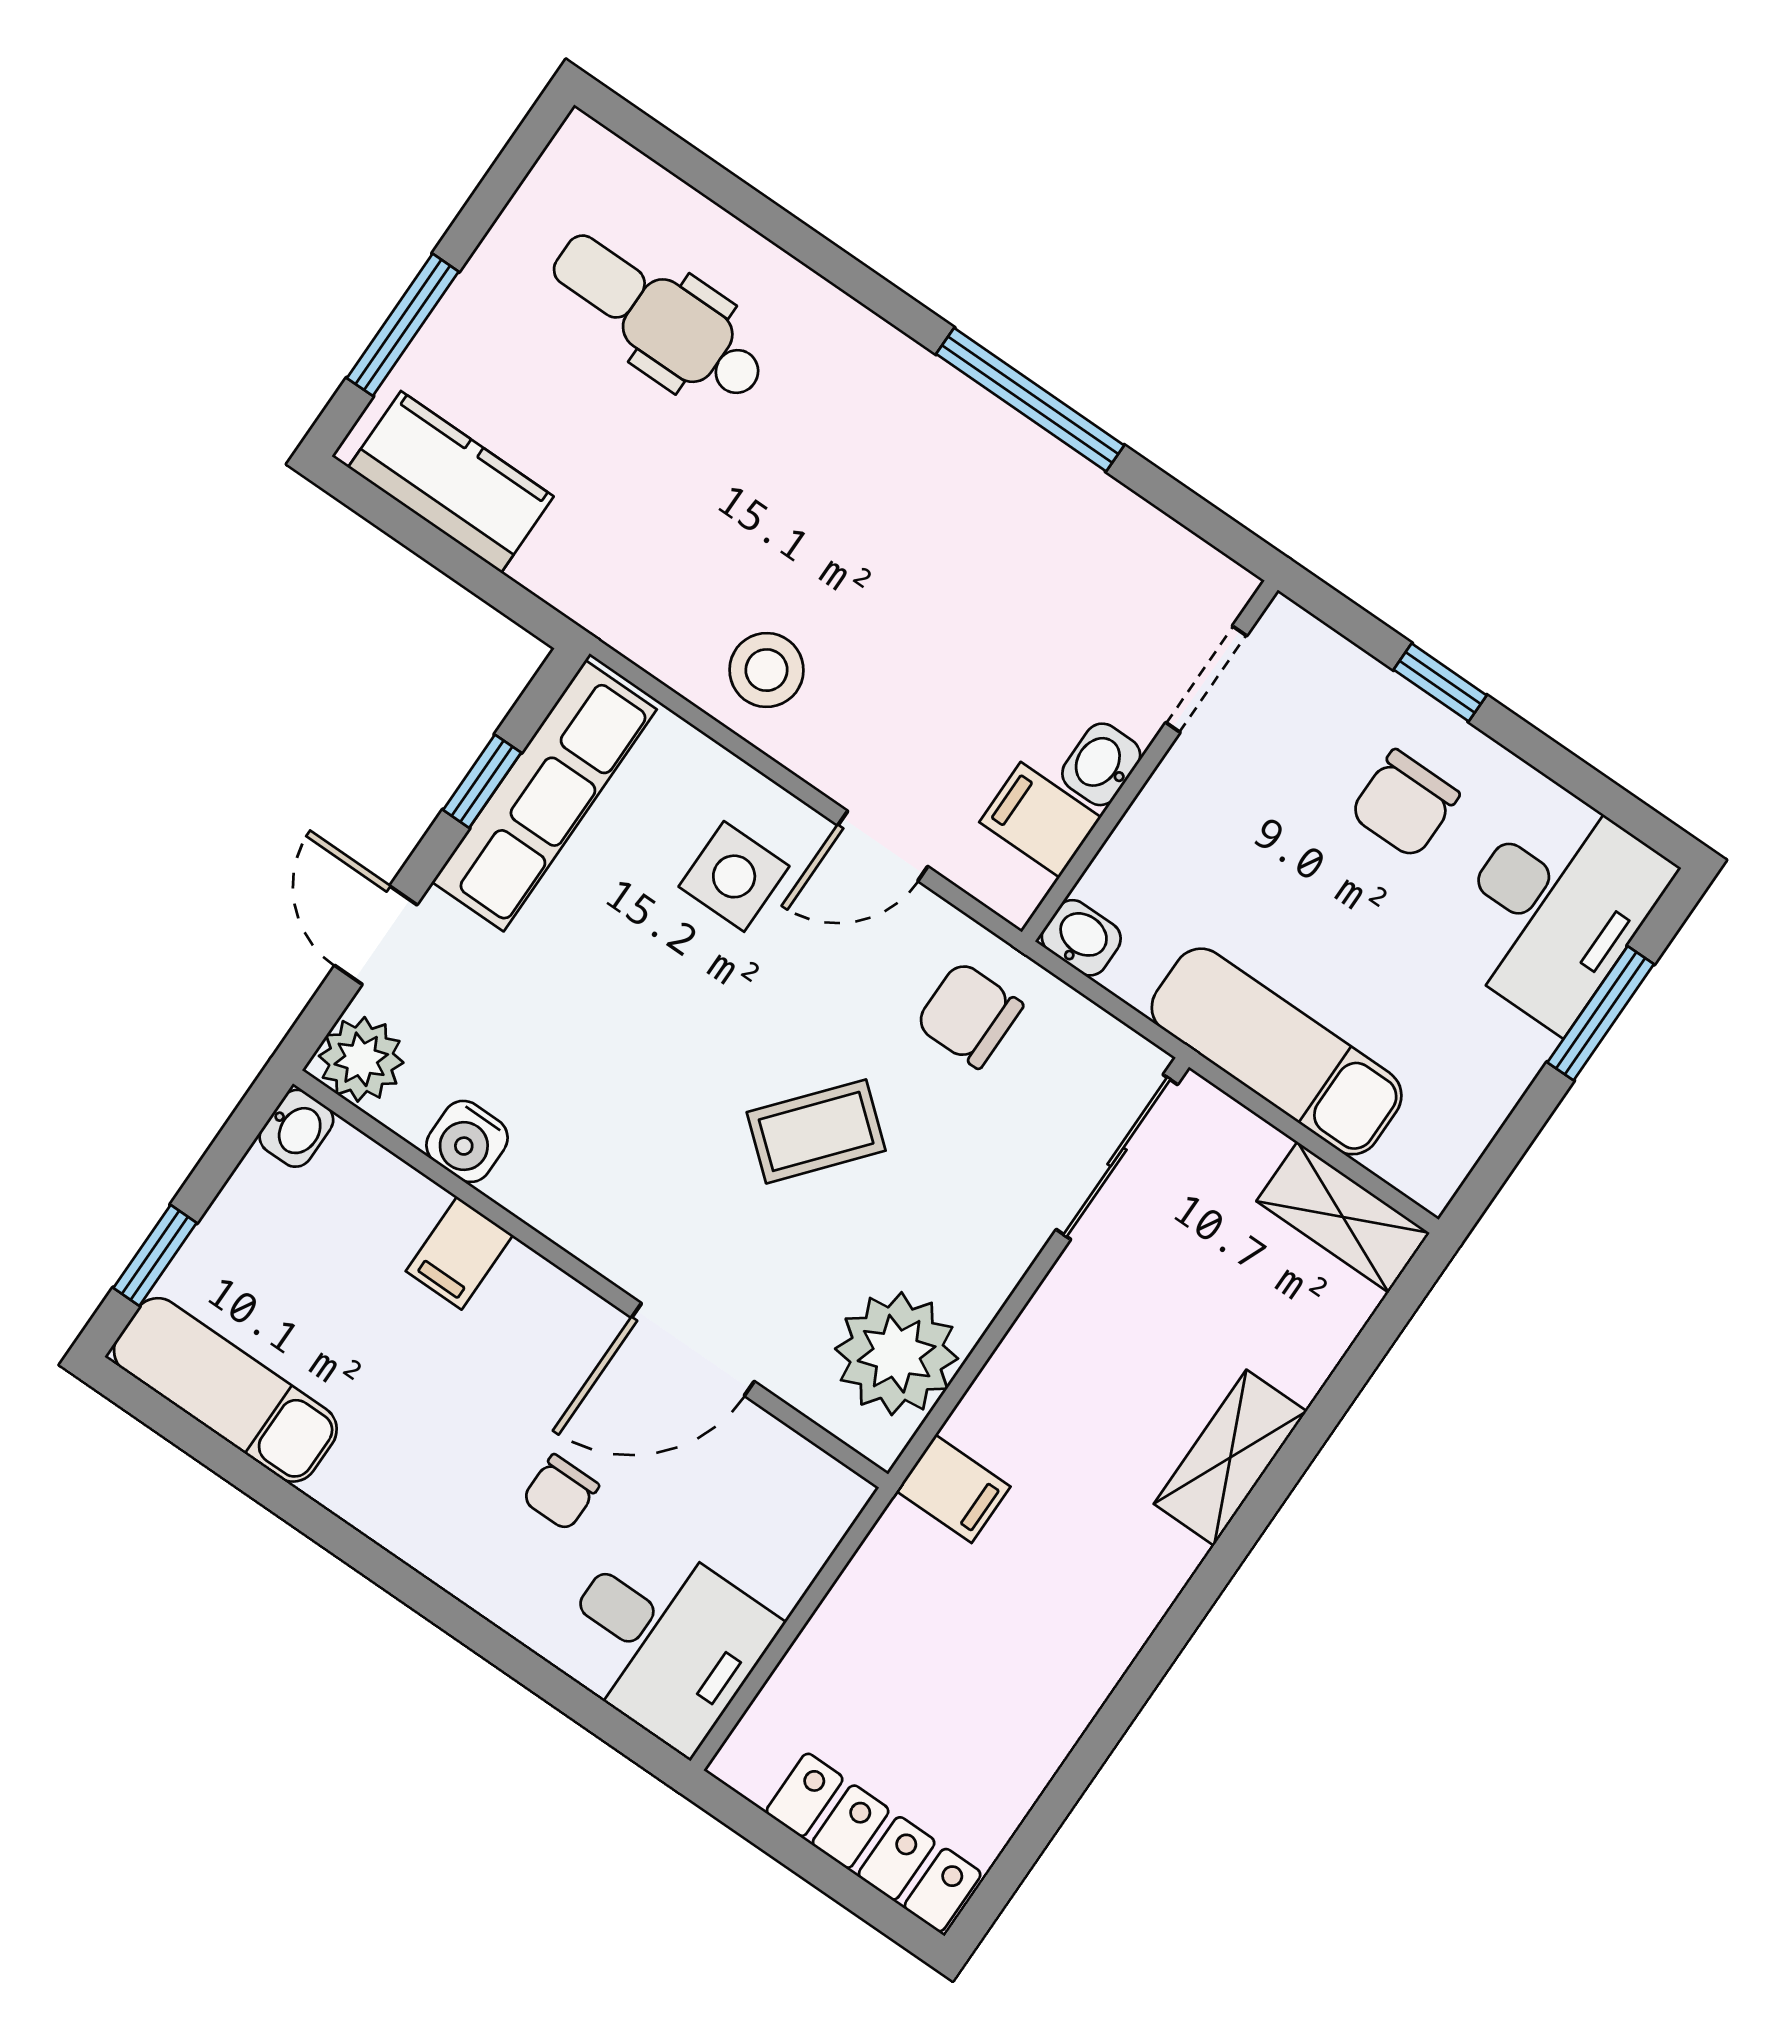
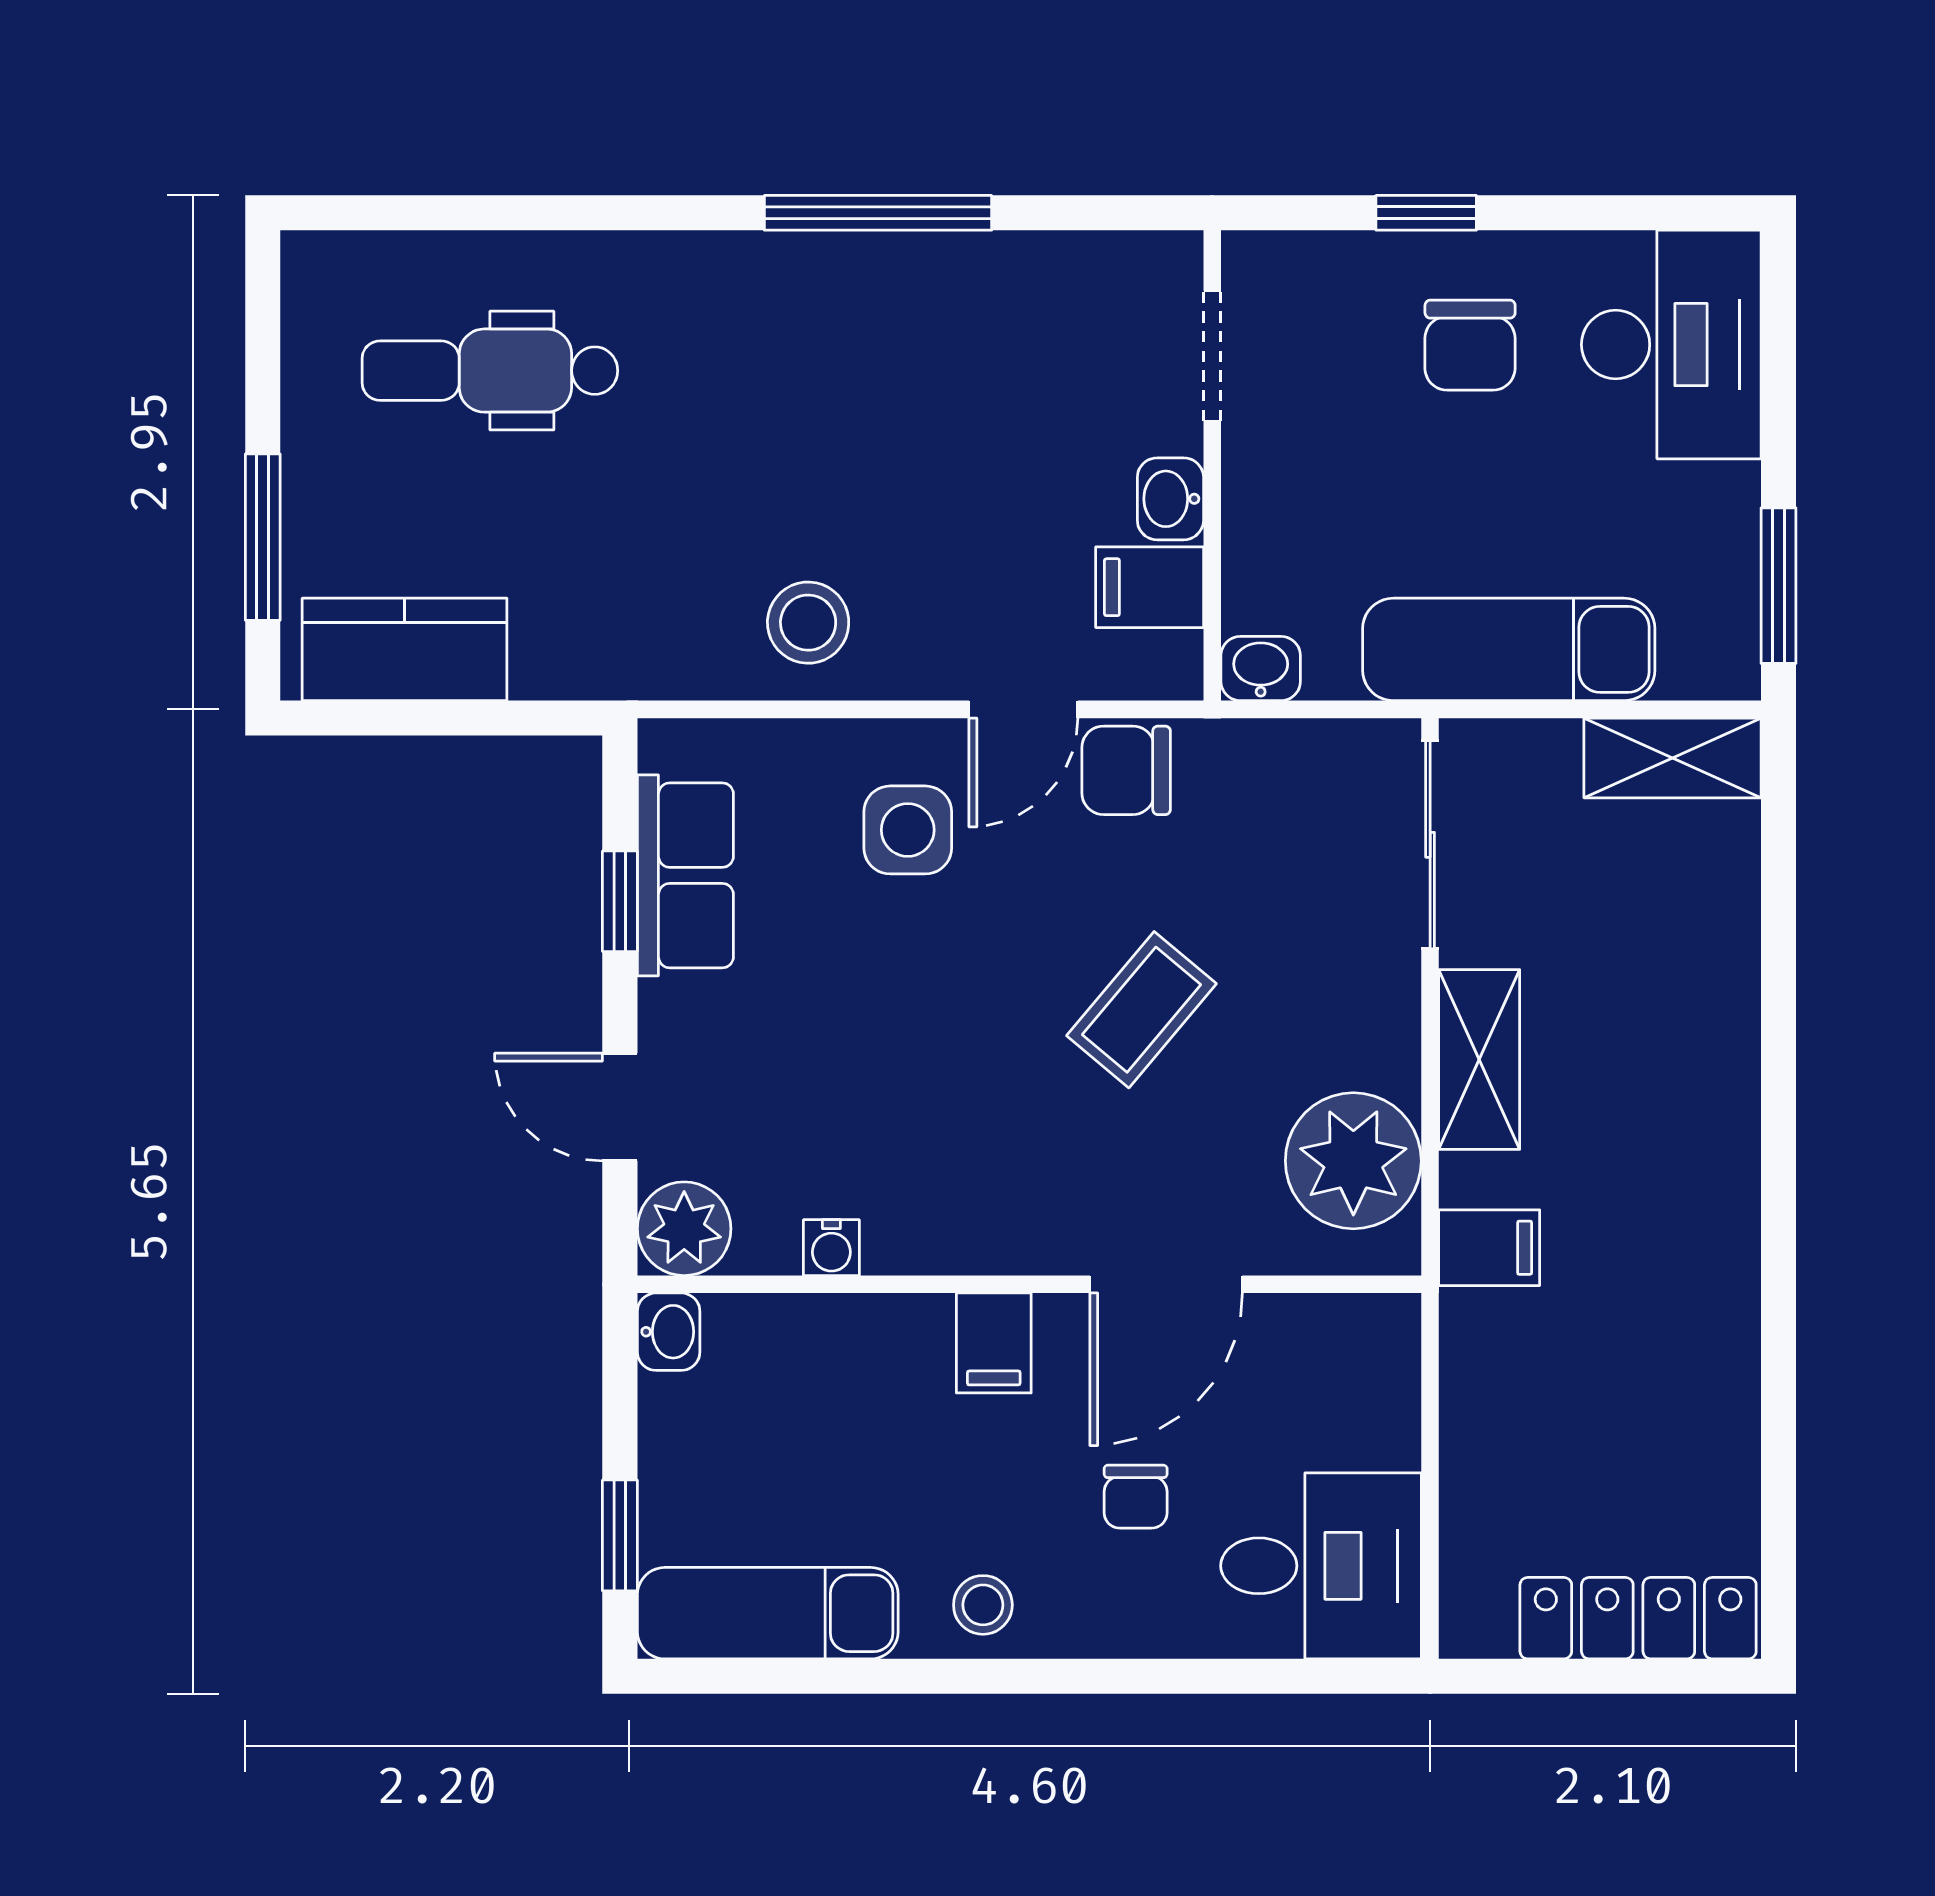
row of seats: (544, 796) -> (685, 875), width x0.68
window: (1601, 1013) -> (1778, 586), moved
chair: (969, 1015) -> (1126, 770), moved
water cooler: (467, 1141) -> (831, 1248), width x0.72, depth x0.72
filing cabinet: (459, 1253) -> (994, 1343), moved
shelving: (1230, 1458) -> (1479, 1059), moved
stool: (391, 1495) -> (983, 1605), added

